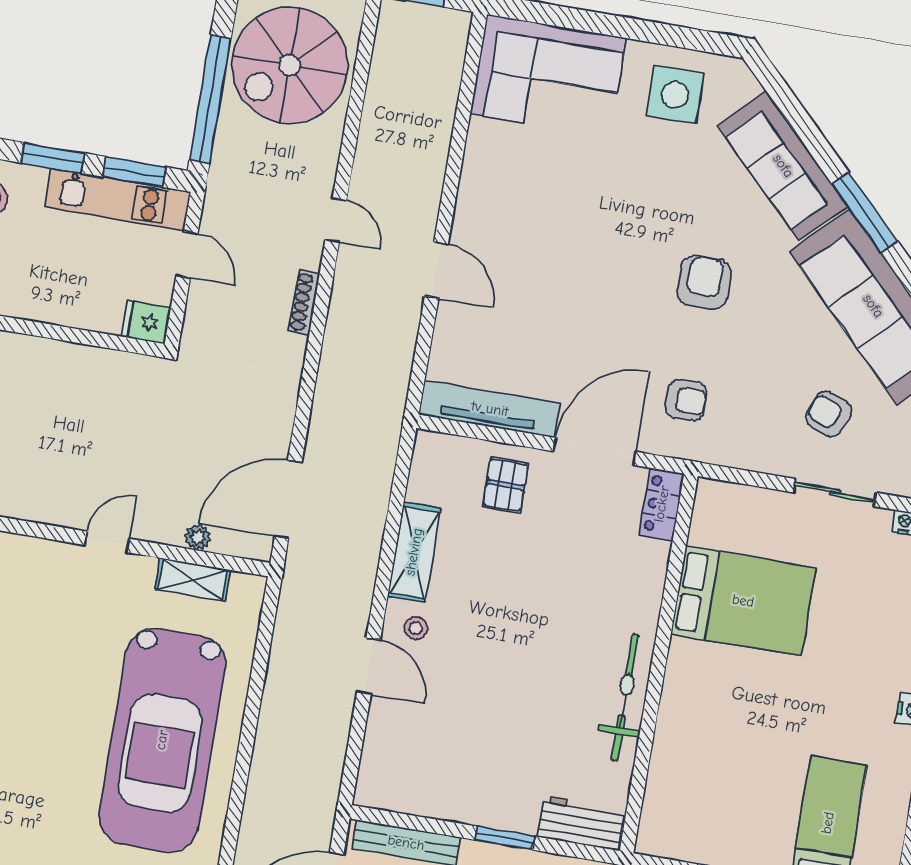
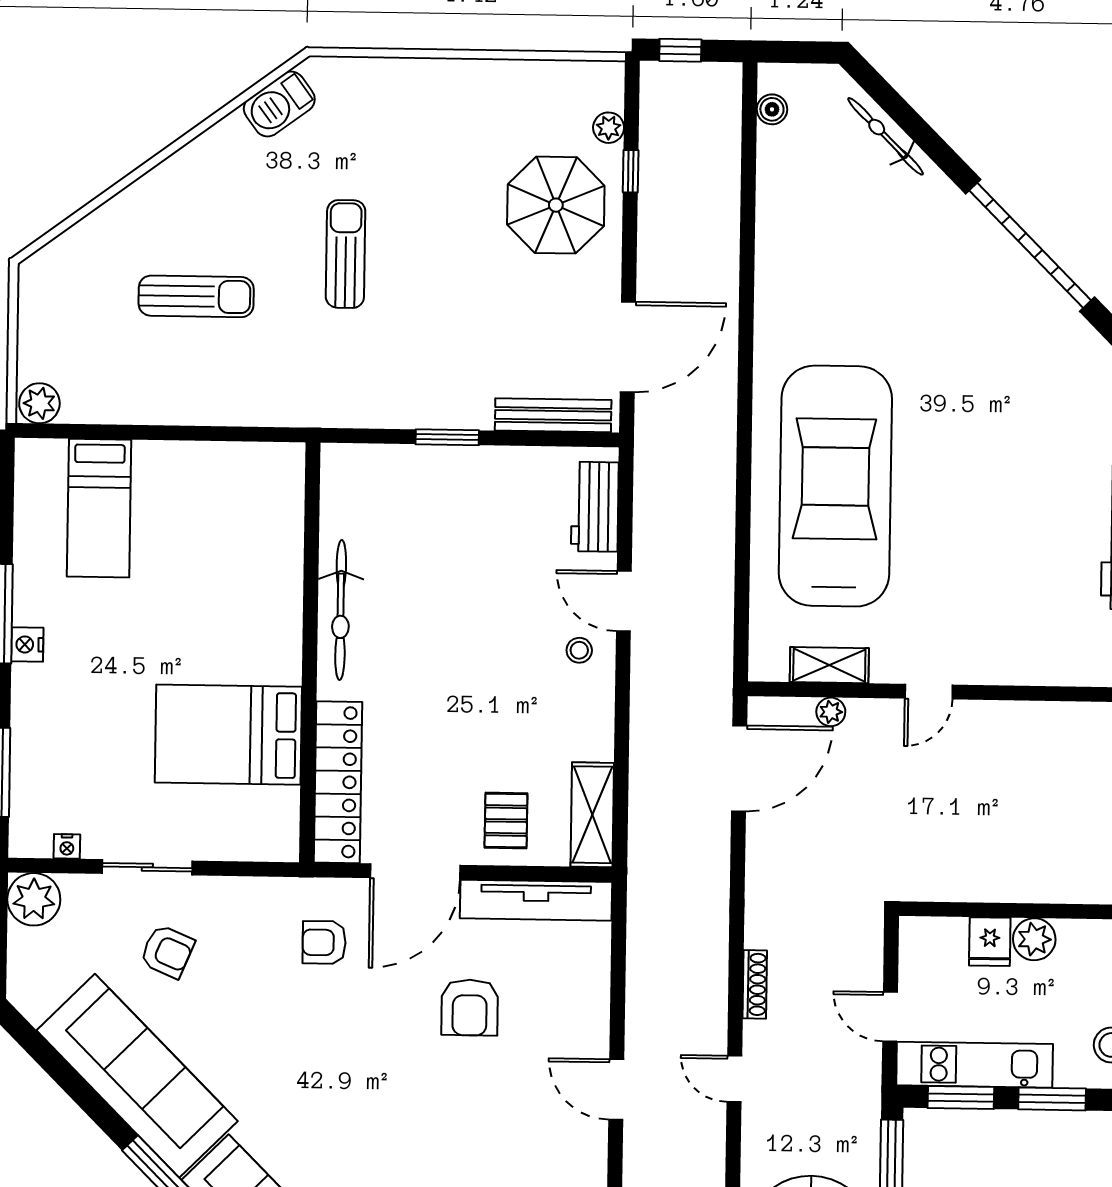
door: (436, 270) -> (616, 1089), moved
armchair: (704, 283) -> (470, 1007), moved
plant: (46, 304) -> (1034, 939), added
fridge: (146, 322) -> (990, 942), moved, turned 90
locker: (662, 504) -> (338, 782), width x2.16, depth x1.21
shelving: (414, 552) -> (592, 815), moved
workbench: (581, 823) -> (595, 507), moved, turned 90

